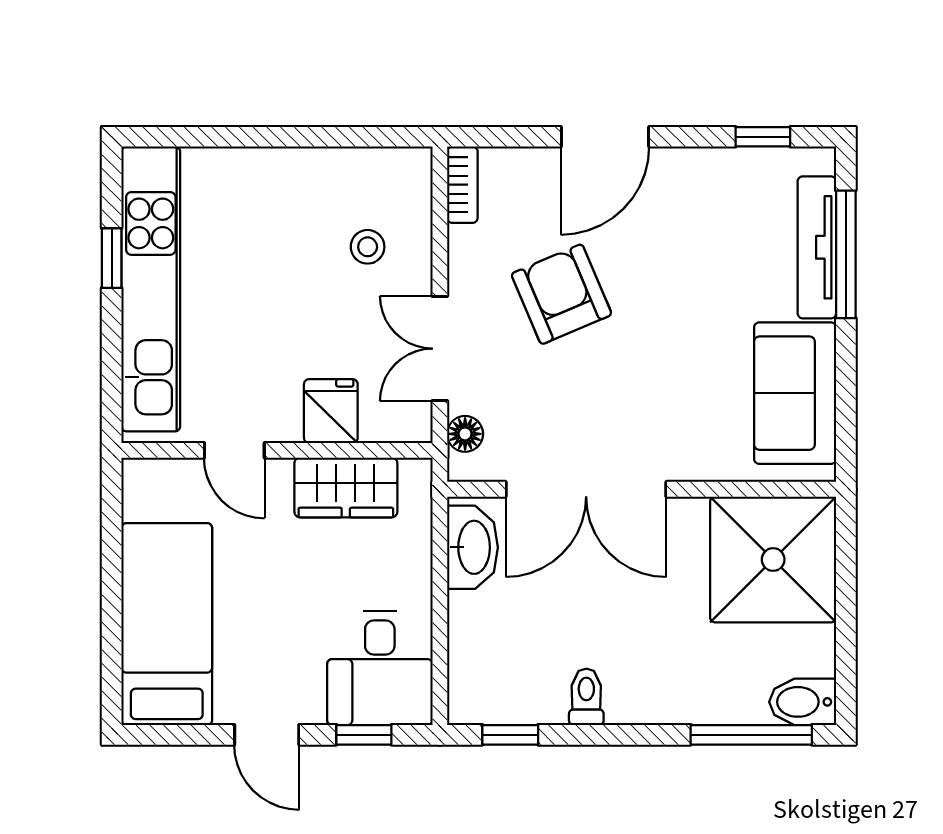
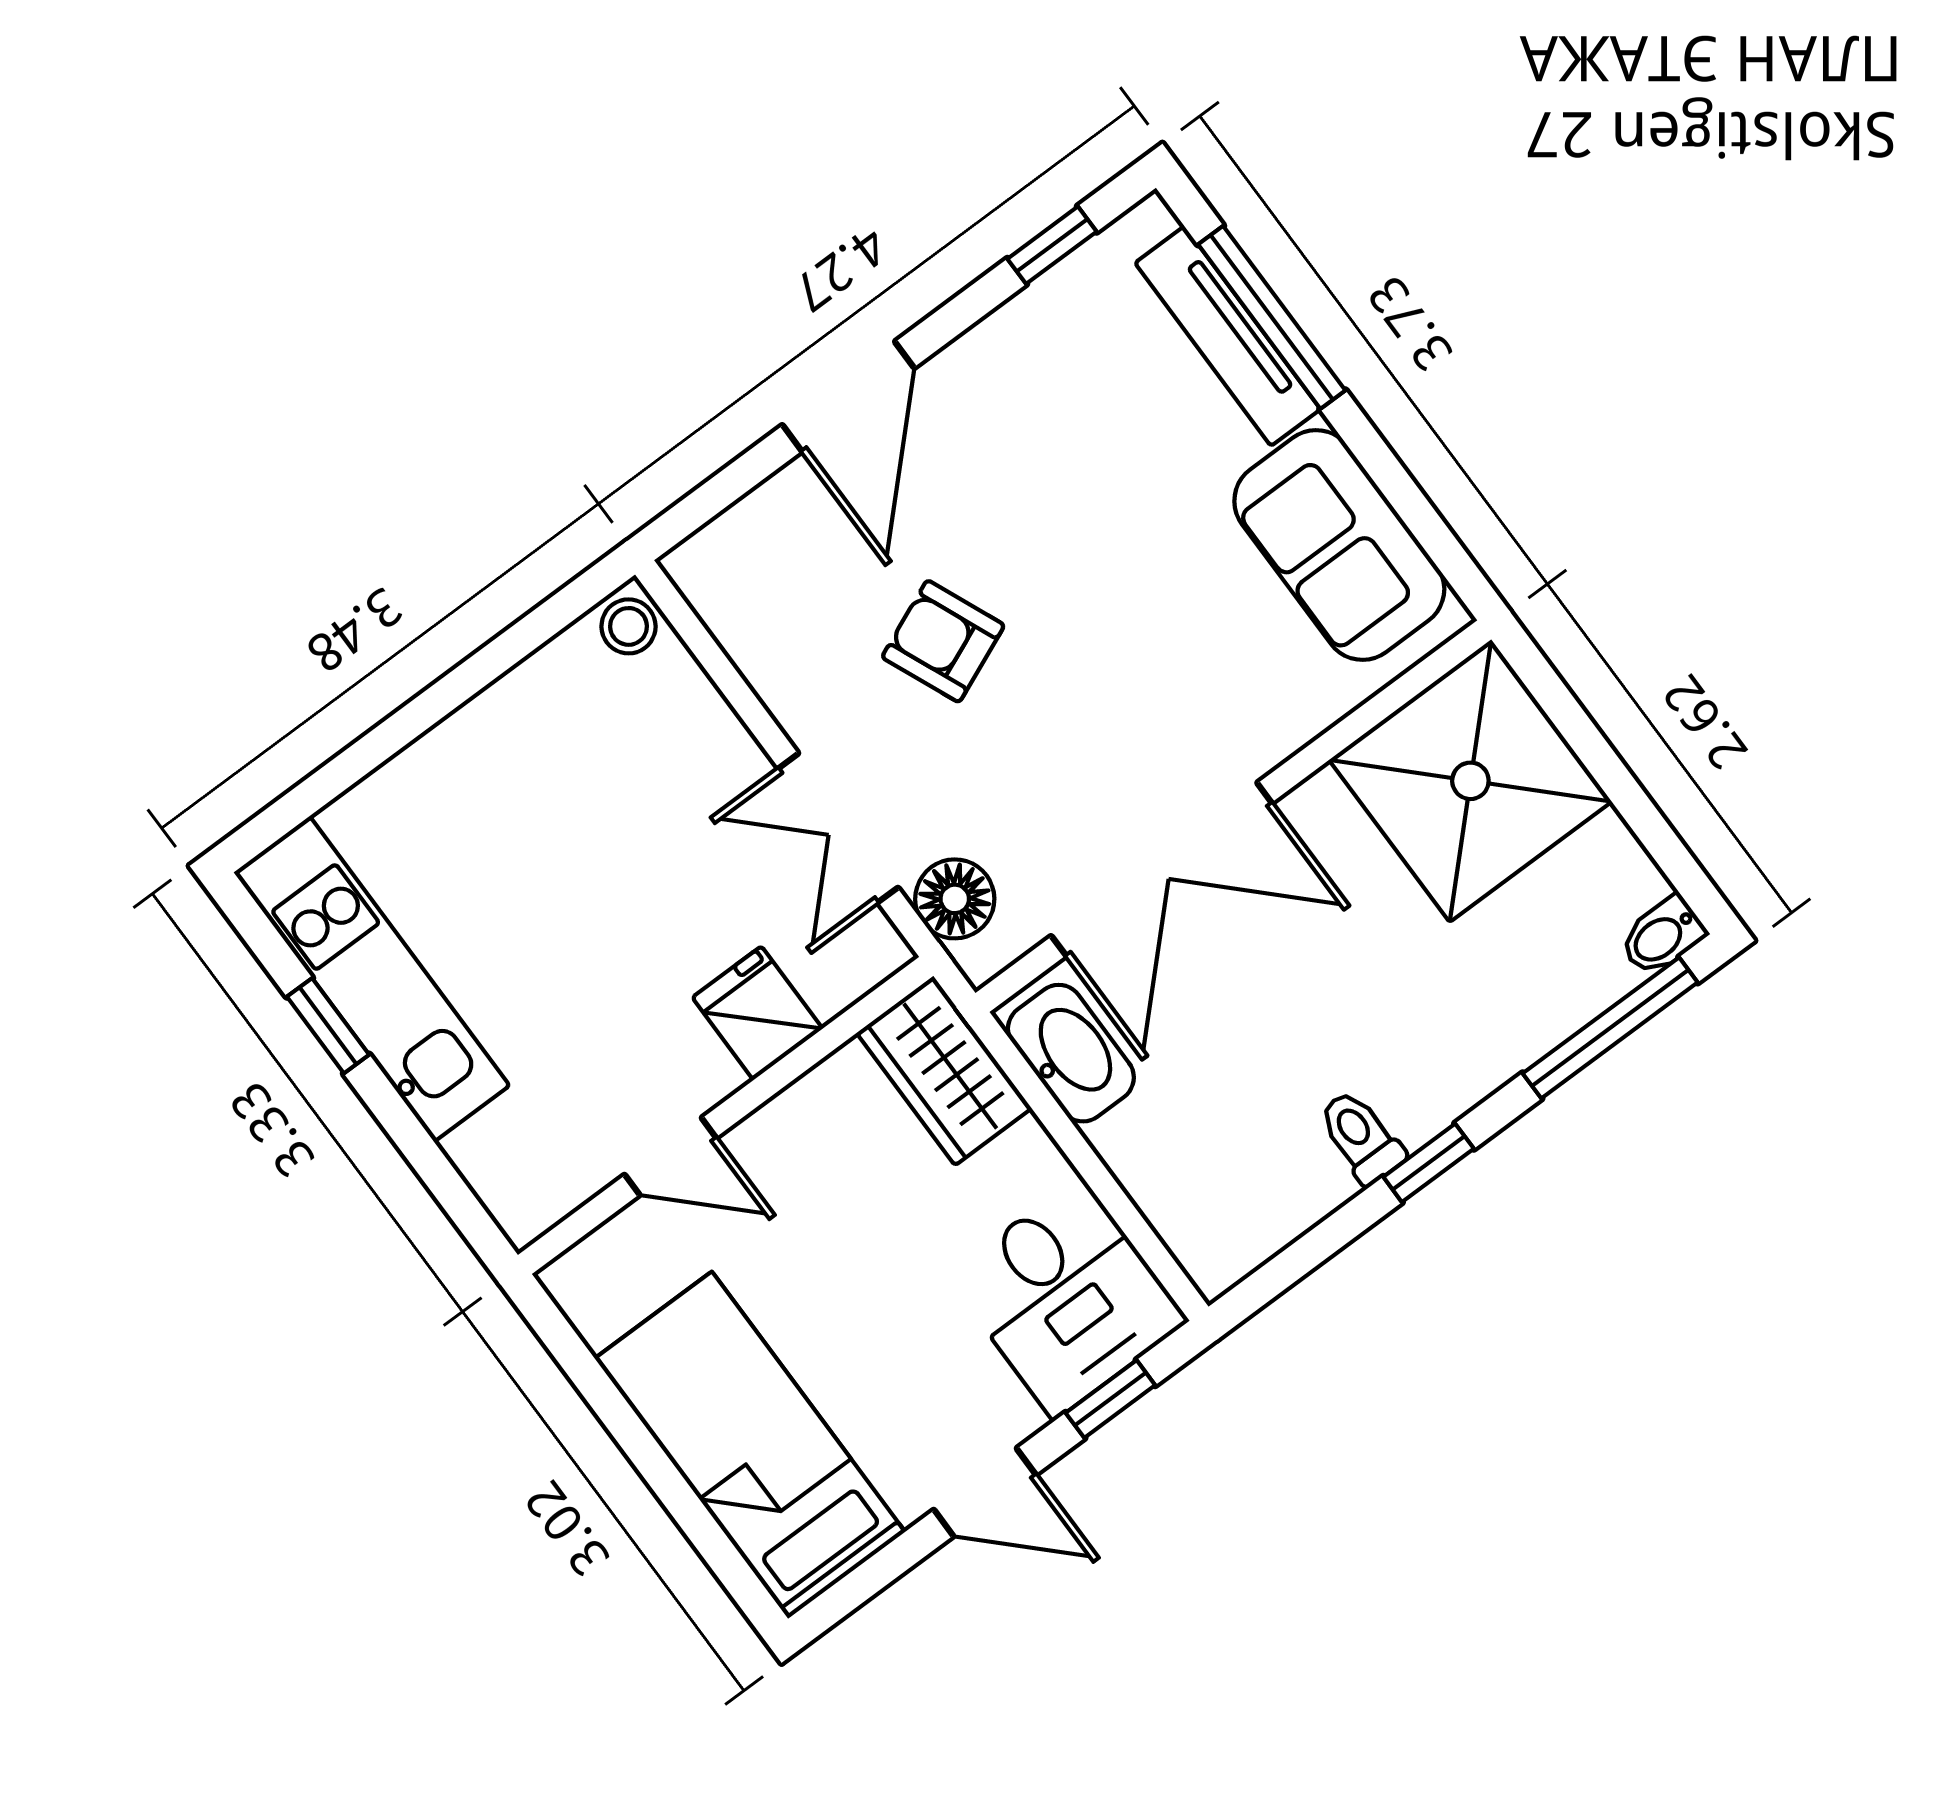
bookcase: (462, 185) -> (710, 595), removed
stool: (368, 247) -> (629, 626), moved
kitchen unit: (151, 289) -> (372, 979), width x0.73
armchair: (562, 294) -> (943, 641), width x0.72, depth x0.72
floor lamp: (465, 434) -> (955, 899), width x1.37, depth x1.37
wardrobe: (346, 487) -> (944, 1071), moved, turned 90
bidet: (803, 702) -> (1662, 936), width x0.72, depth x0.74
window: (510, 735) -> (1429, 1163), moved

